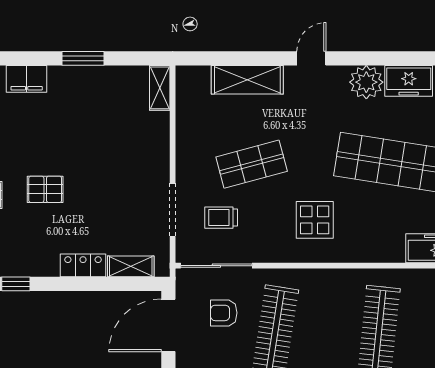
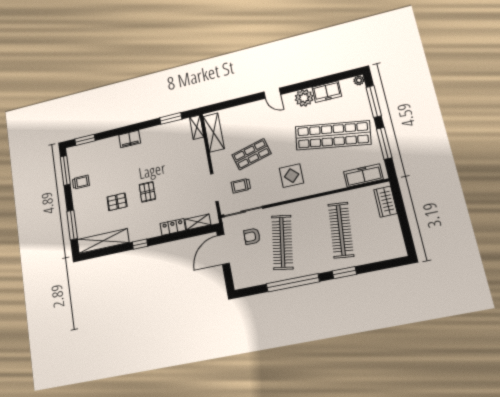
window: (83, 58) -> (171, 118), moved
door: (311, 58) -> (272, 93), swing flipped
shelving: (247, 80) -> (214, 133), moved, turned 90
pallet: (45, 189) -> (147, 192), turned 90

